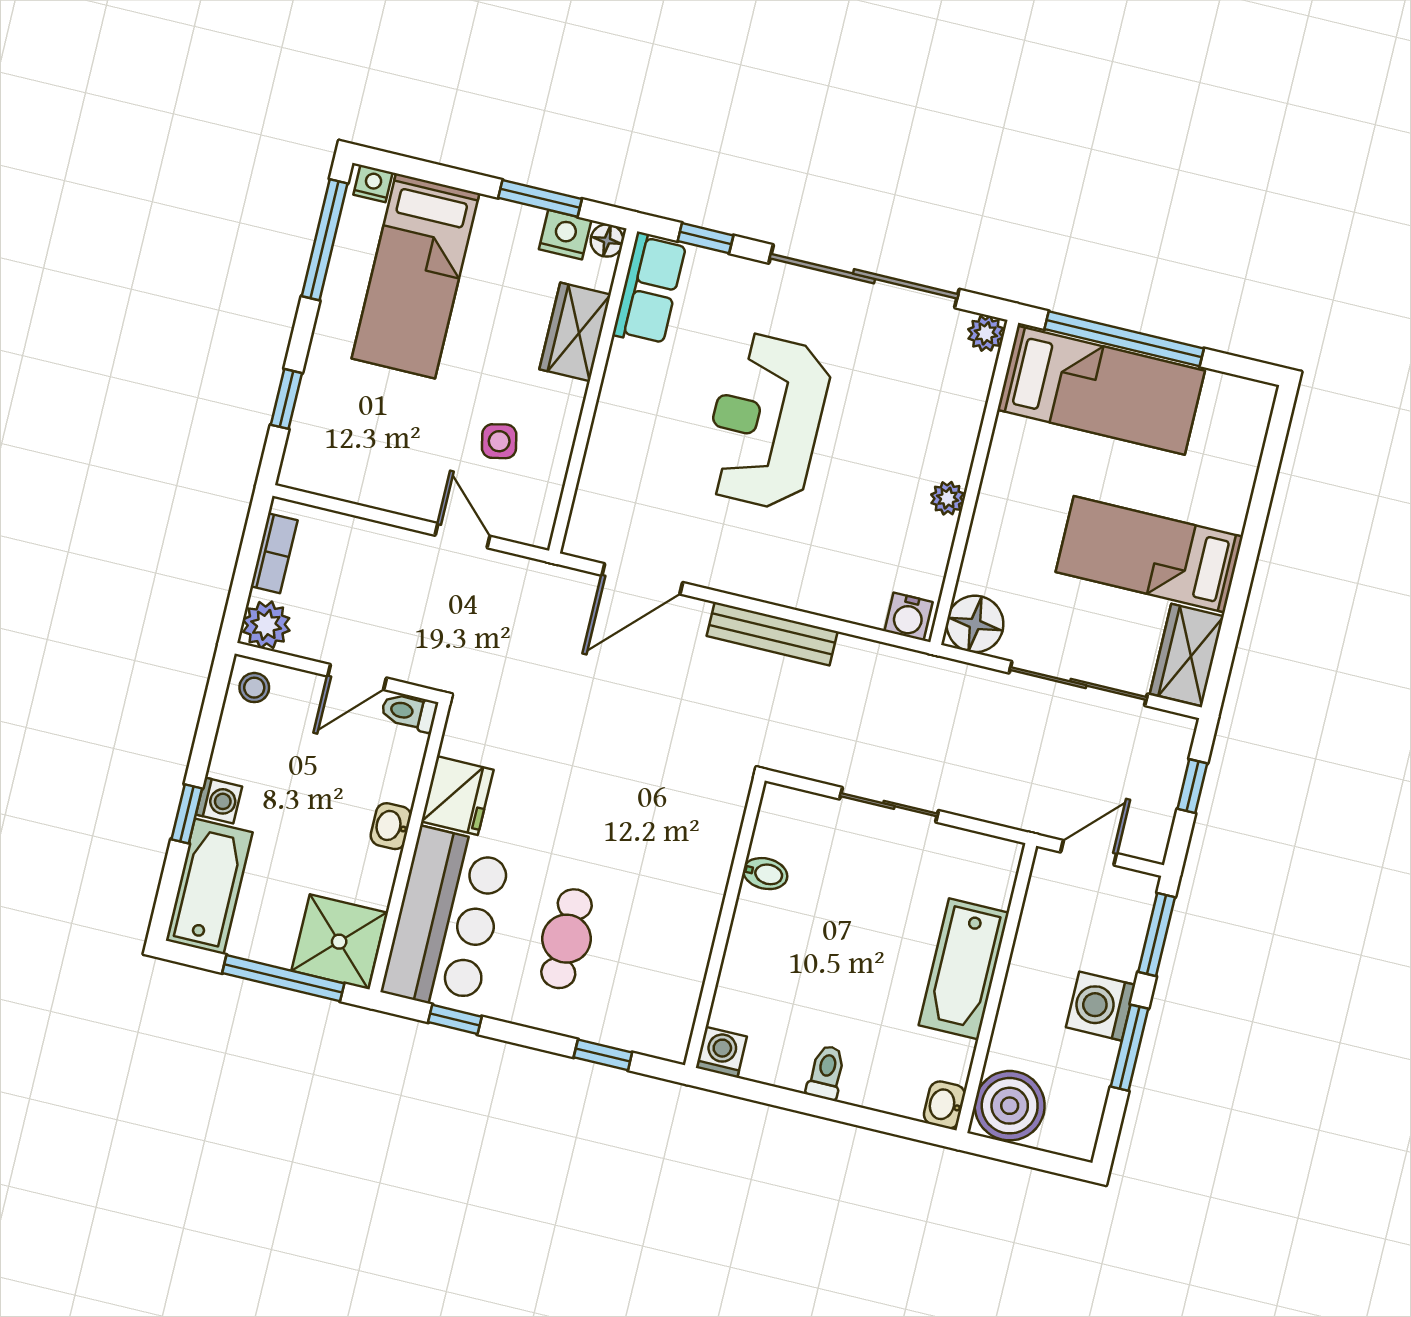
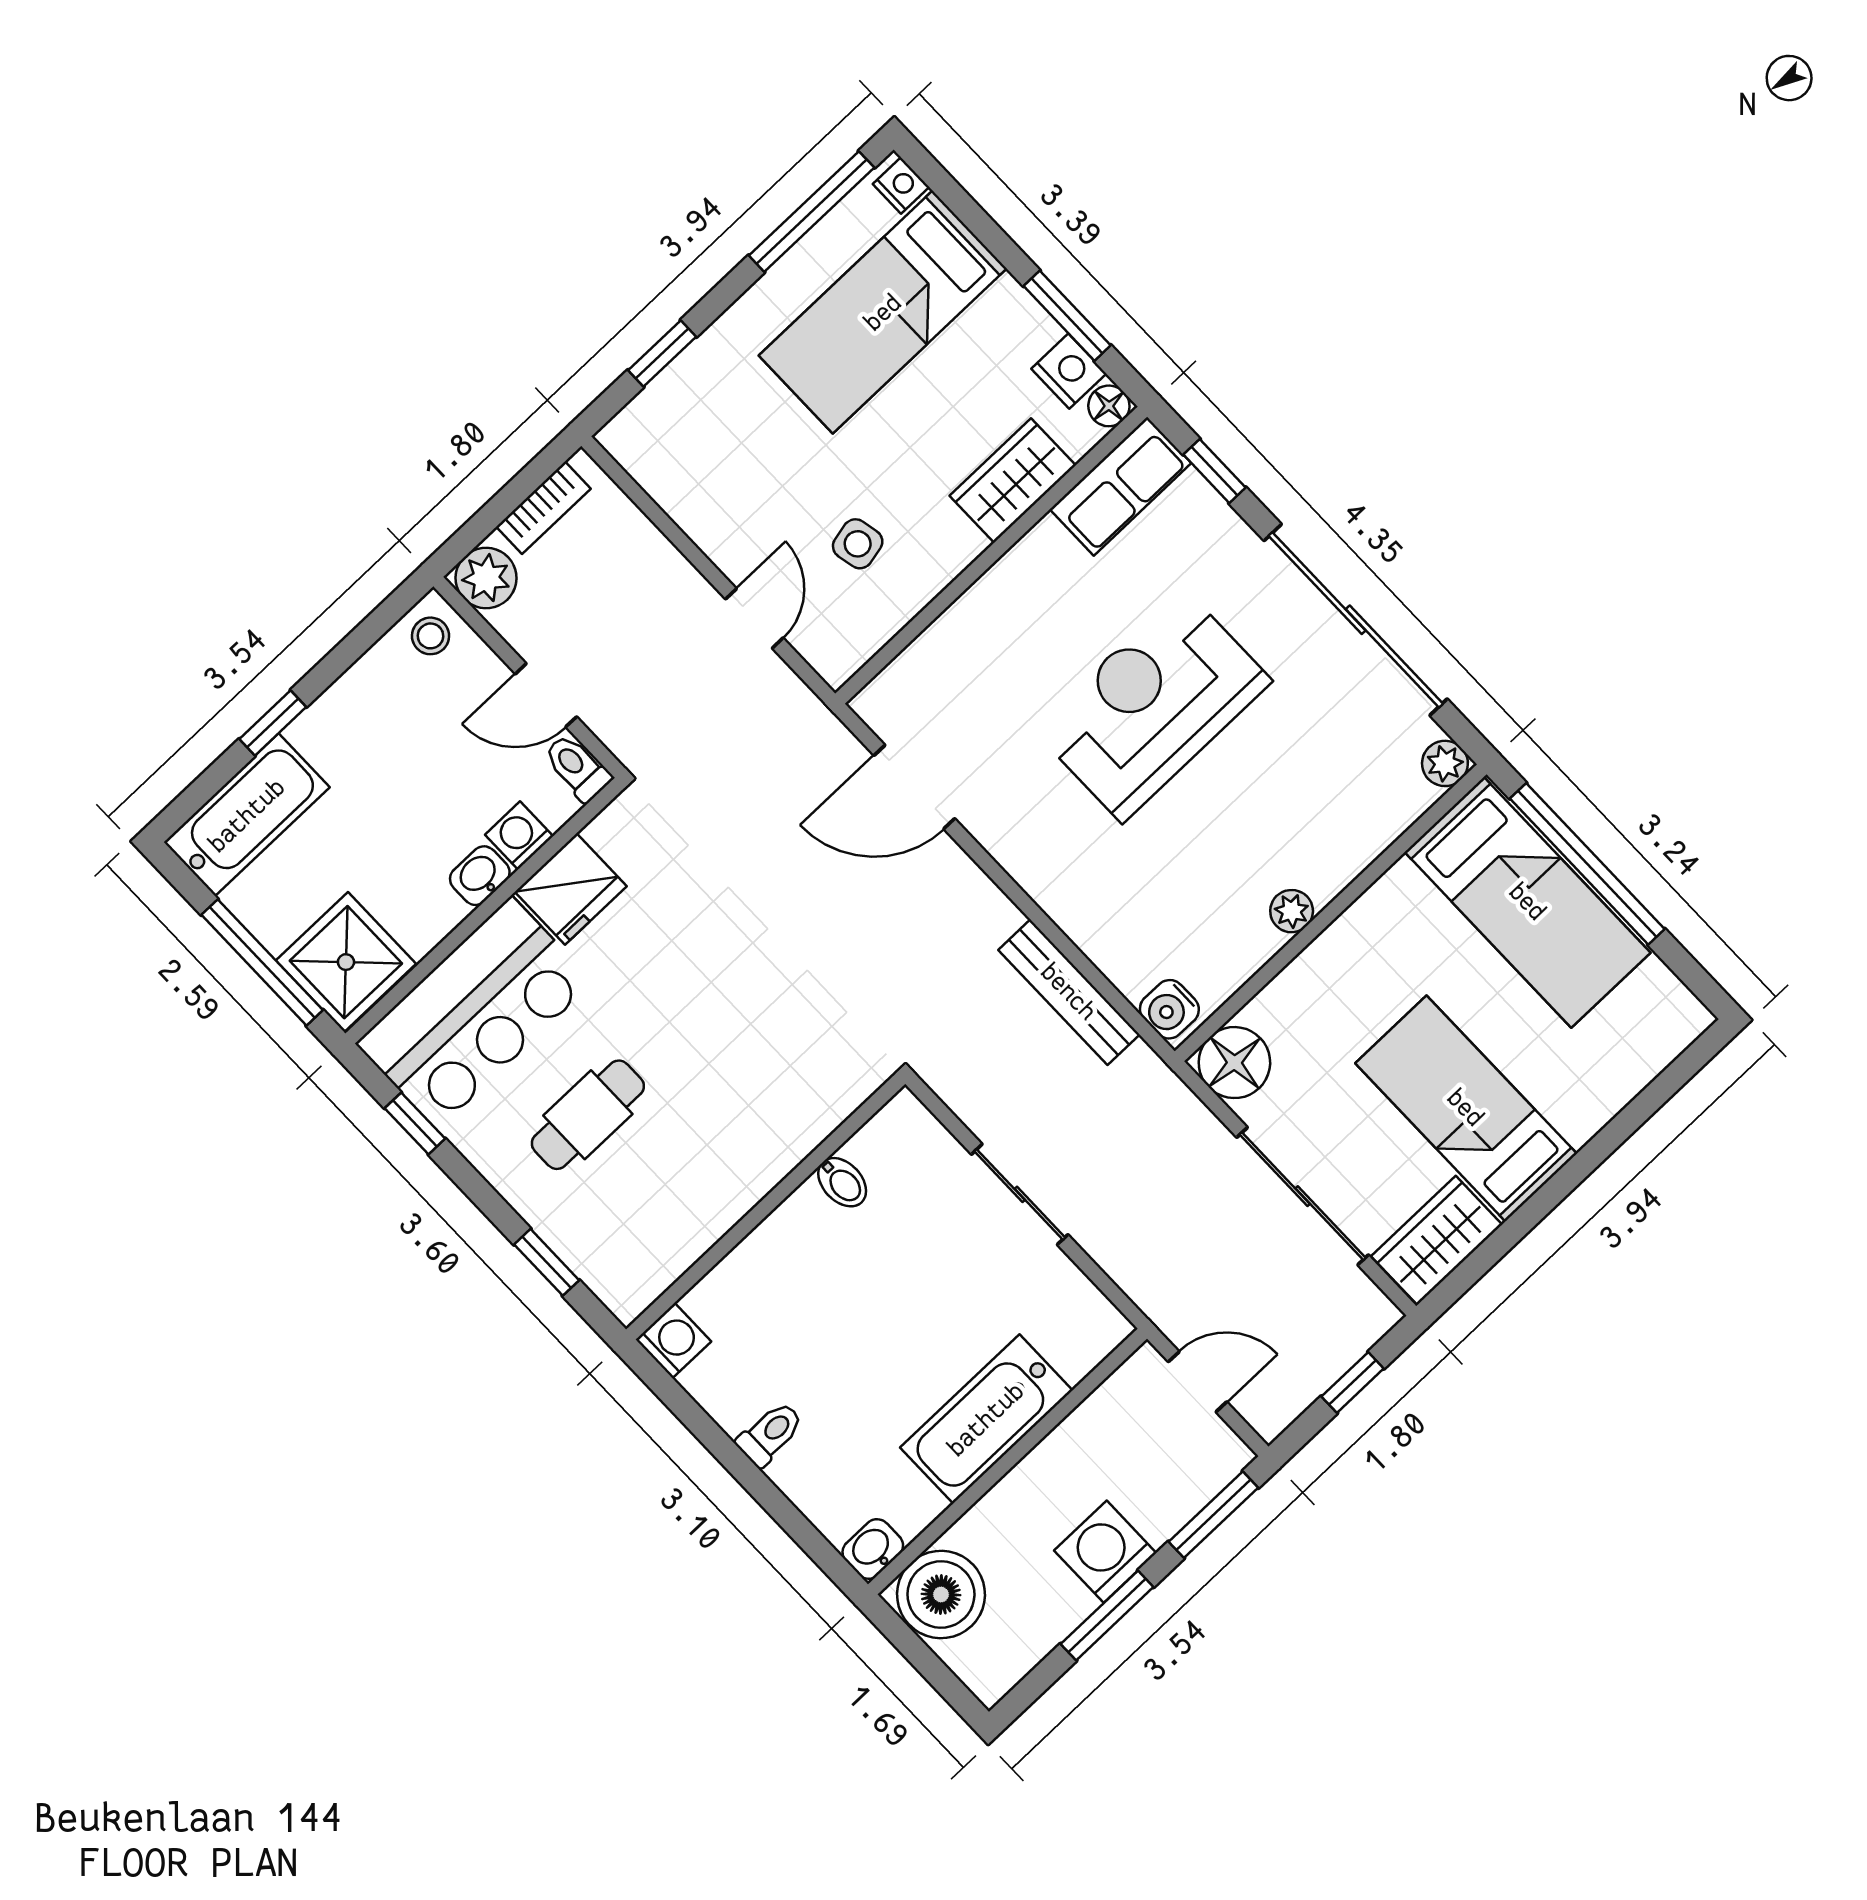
bench: (772, 634) -> (1069, 992), moved
washing machine: (219, 801) -> (519, 835), moved, turned 180

